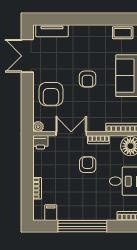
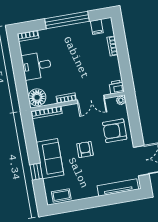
tv unit: (52, 31) -> (118, 187), width x1.41
armchair: (51, 94) -> (115, 131), turned -90
armchair: (88, 165) -> (72, 74), removed

